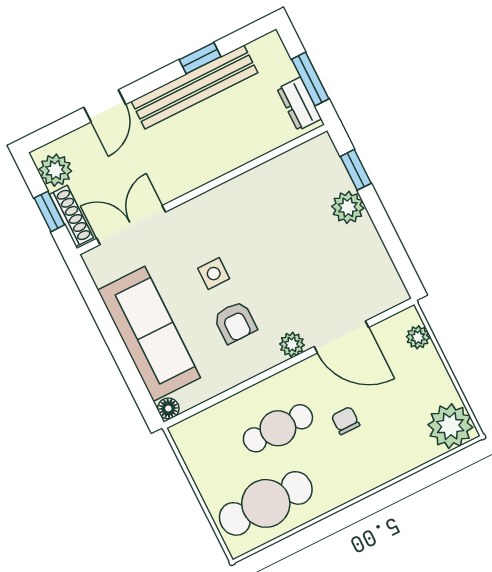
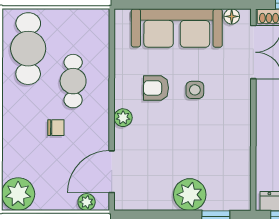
plant: (348, 207) -> (190, 195), width x1.36, depth x1.36
door: (341, 337) -> (112, 172), moved
floor lamp: (168, 408) -> (232, 16), moved

